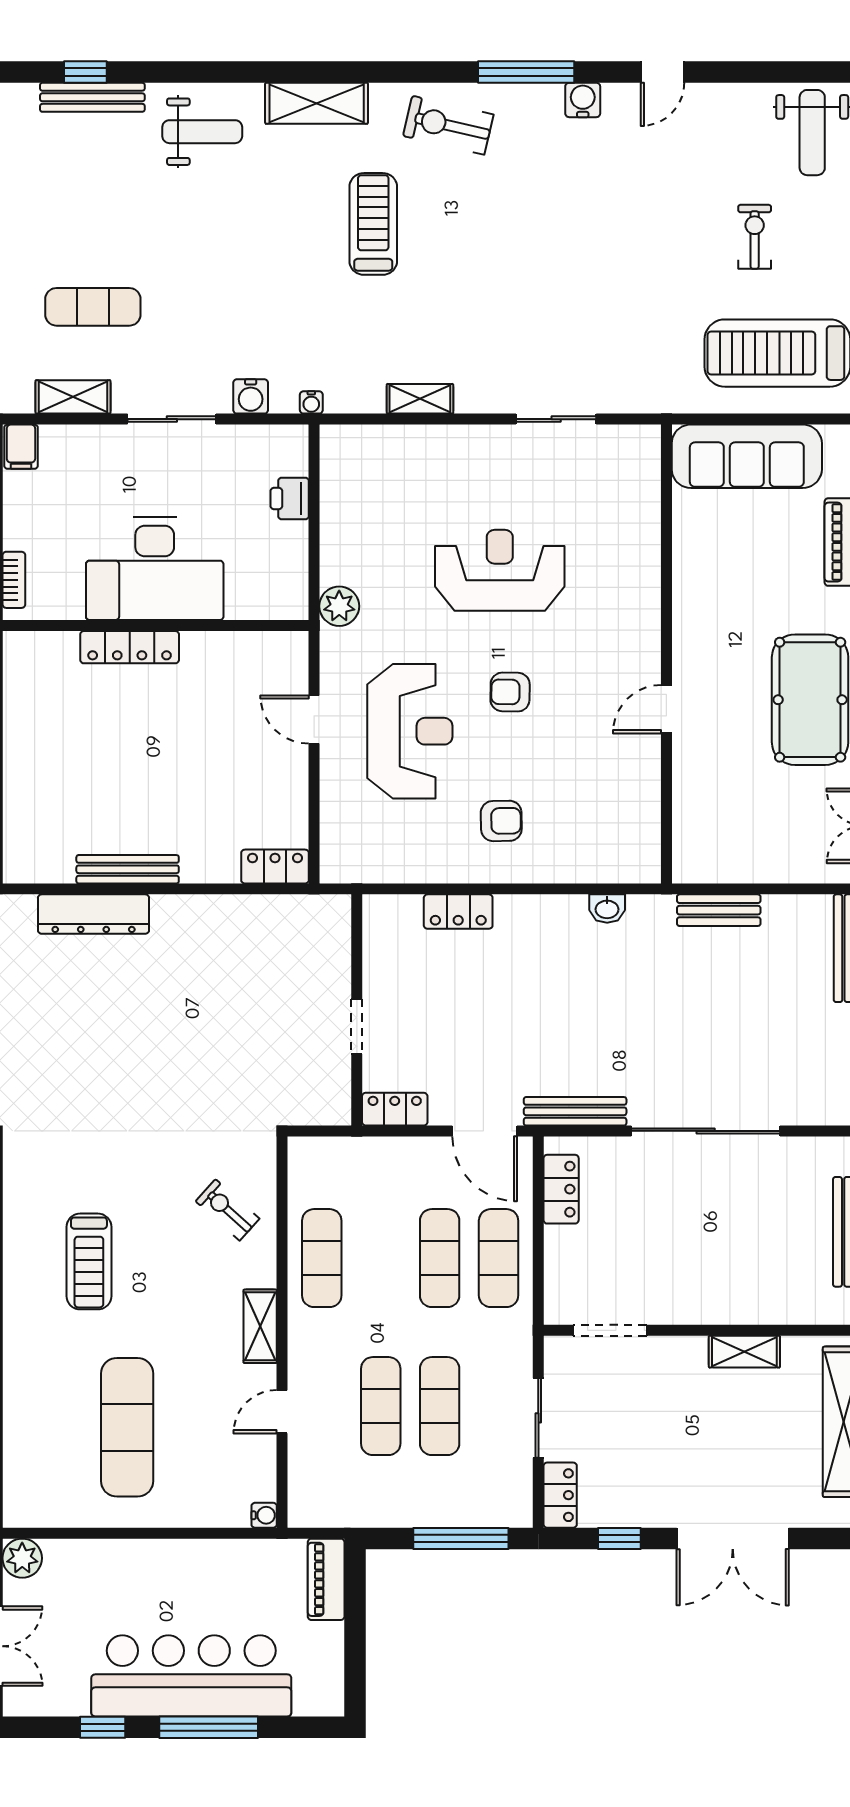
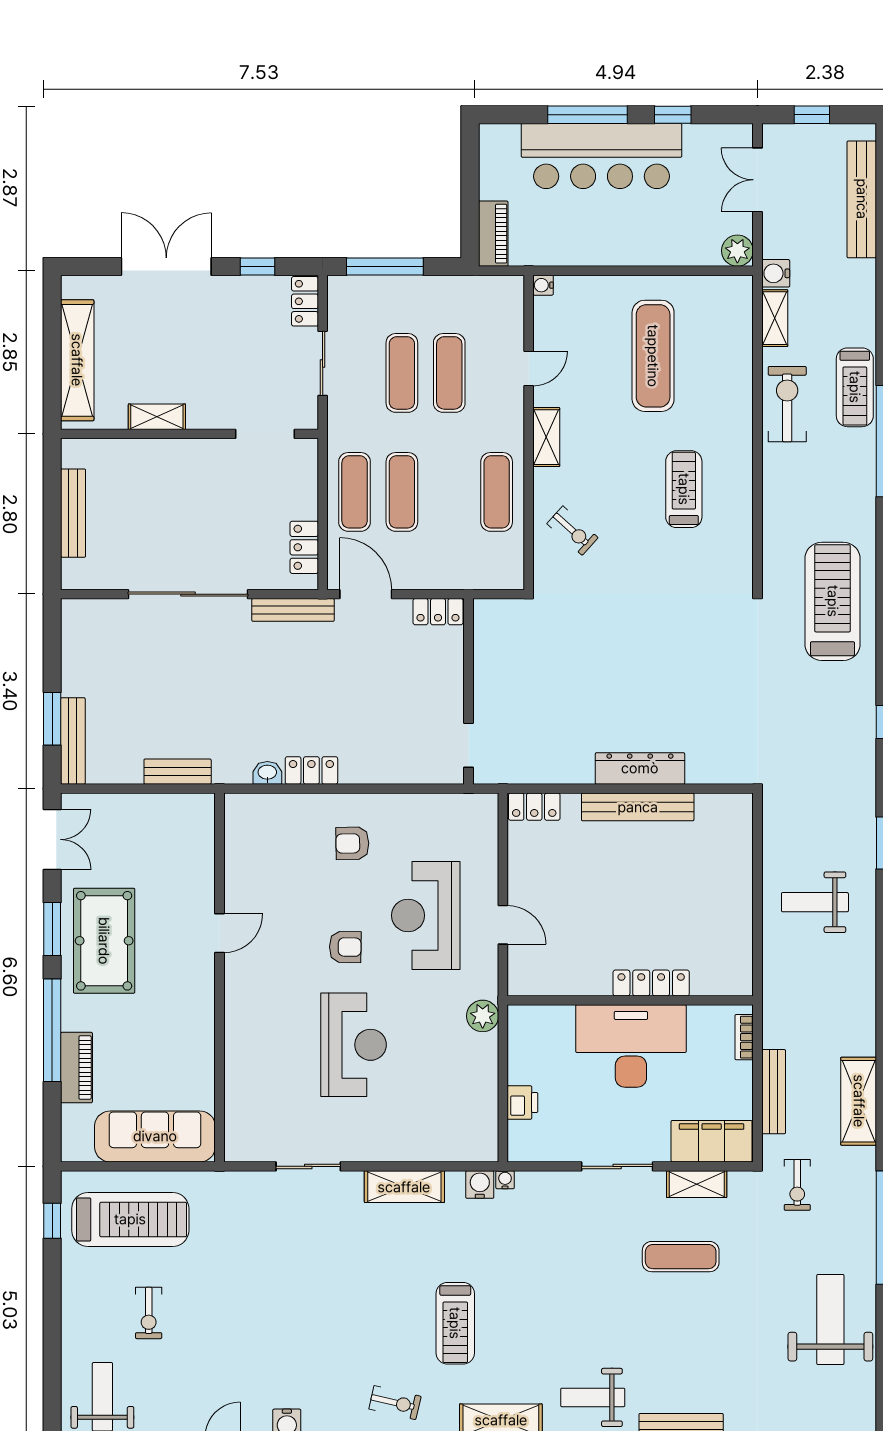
exercise bike: (448, 125) -> (395, 1403), width x0.73, depth x0.72
water cooler: (251, 396) -> (480, 1185), moved
shelving: (420, 399) -> (404, 1187), width x1.50, depth x1.33
filing cabinet: (21, 447) -> (712, 1141), width x3.00, depth x1.17
reception desk: (500, 570) -> (354, 1045), turned -90
bench: (128, 869) -> (638, 807), width x1.37, depth x1.21
locker: (458, 912) -> (311, 770), moved
dresser: (94, 914) -> (640, 768), moved
doorway: (357, 1027) -> (468, 745), moved

